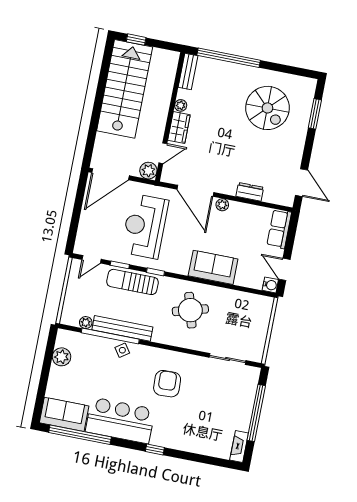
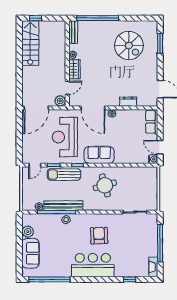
stairs: (125, 89) -> (30, 43), width x0.73, depth x0.66
sofa: (213, 267) -> (99, 155), moved
sofa: (64, 414) -> (30, 253), moved, turned 90
bar counter: (120, 420) -> (93, 265), moved
window: (155, 449) -> (130, 279), moved

